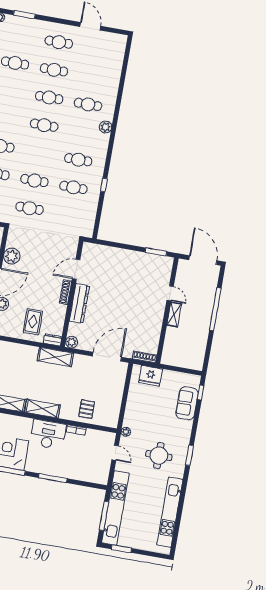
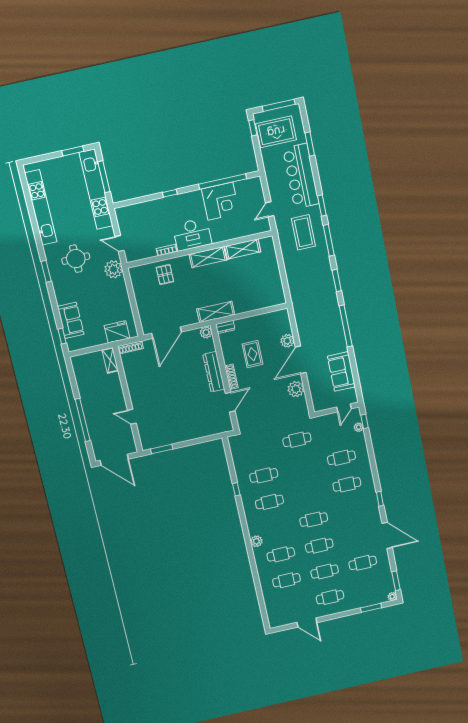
cafe table: (34, 181) -> (286, 580), moved
shelving: (174, 314) -> (110, 360), moved
rug: (33, 322) -> (252, 354), moved
plant: (126, 432) -> (114, 269), width x1.87, depth x1.87
window: (53, 478) -> (170, 193), width x0.46

